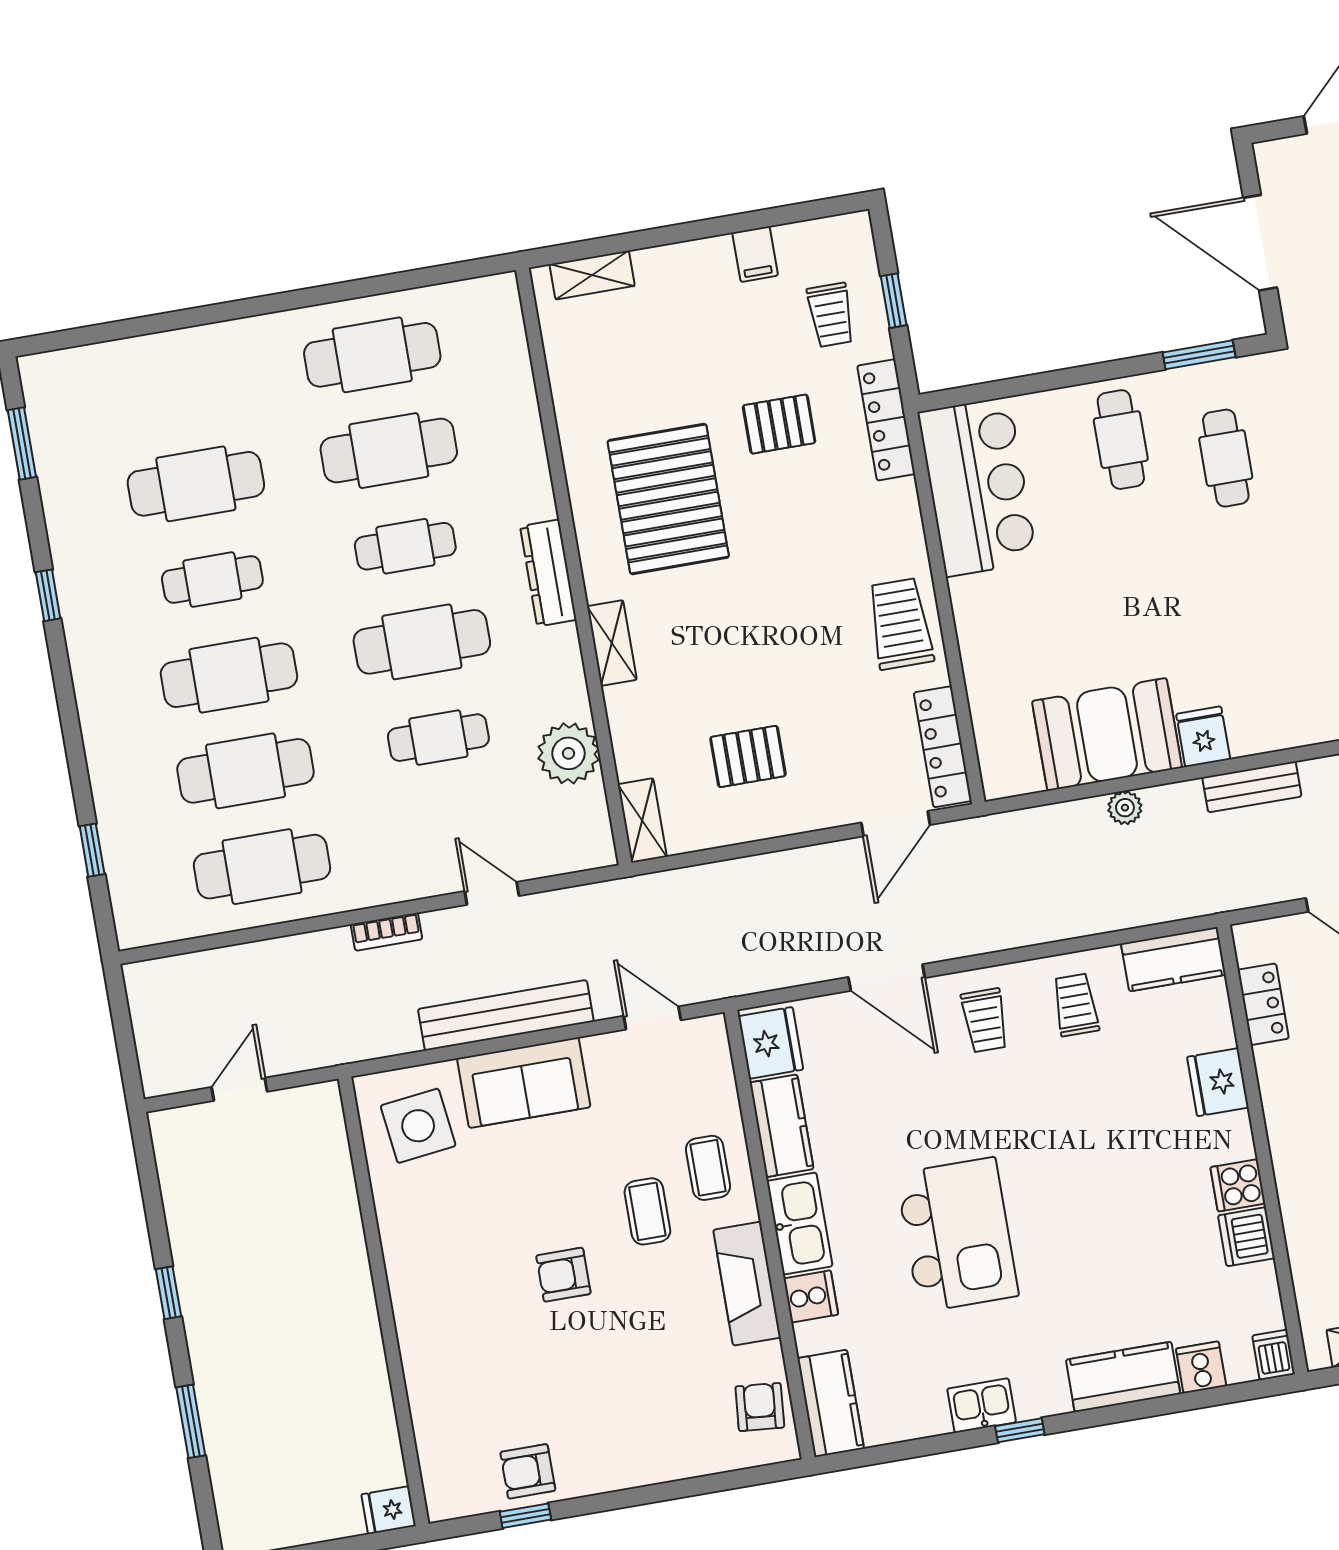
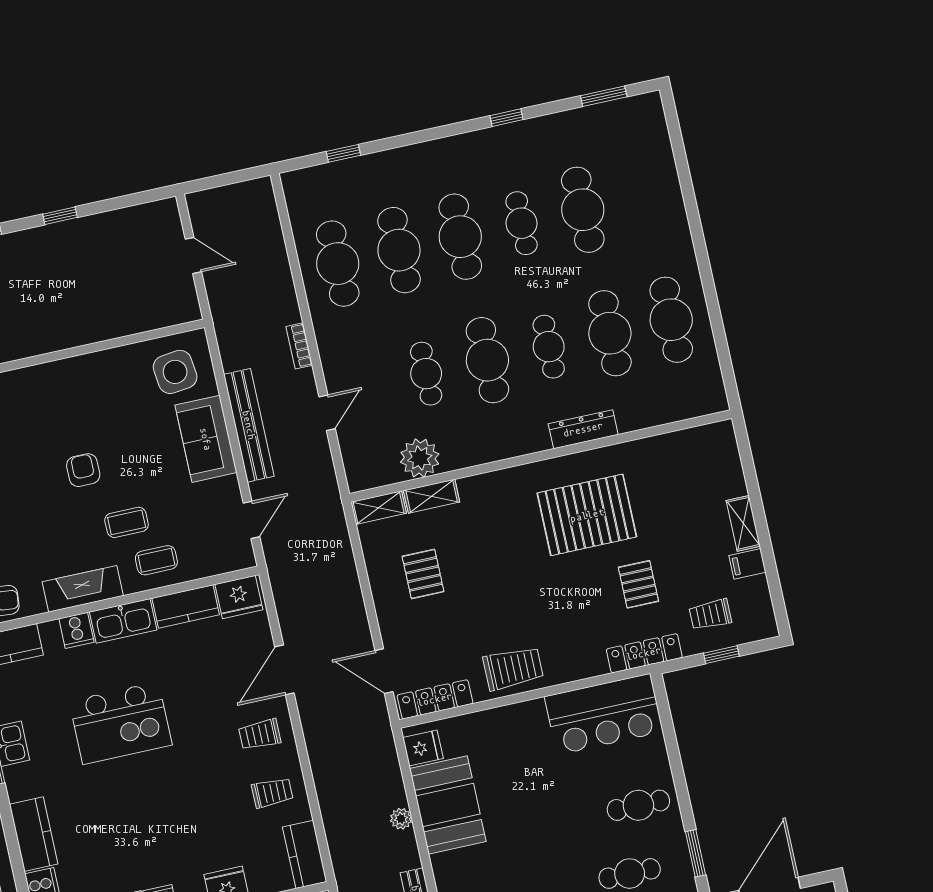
shelving: (592, 275) -> (743, 523), moved
dresser: (548, 573) -> (583, 429), moved
shelving: (612, 643) -> (432, 496), moved
fridge: (1203, 737) -> (423, 748), moved

